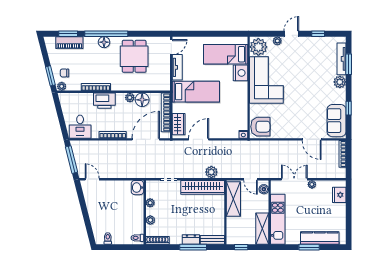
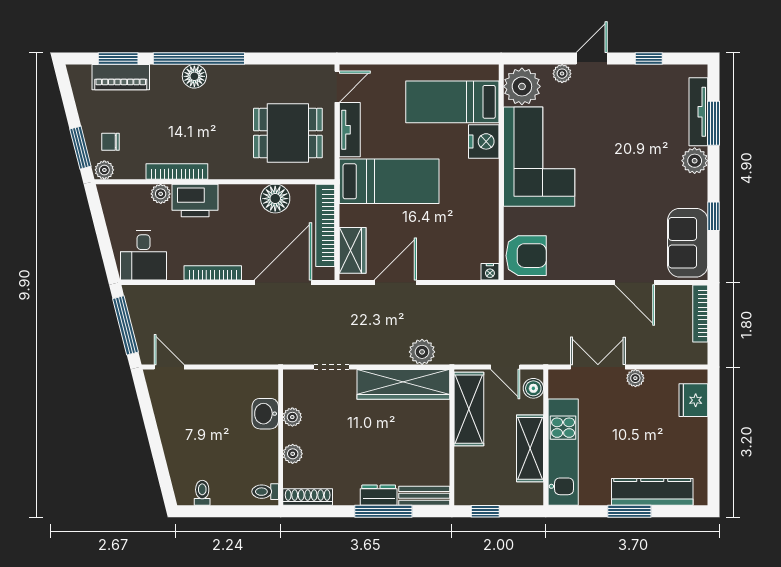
dining table: (134, 56) -> (288, 133), moved, turned 90
plant: (130, 98) -> (161, 194), moved
washbasin: (137, 188) -> (265, 414), moved
shelving: (262, 229) -> (530, 448), moved

